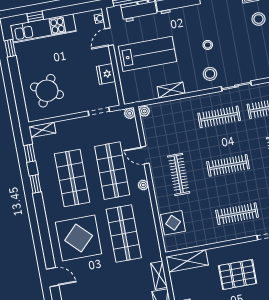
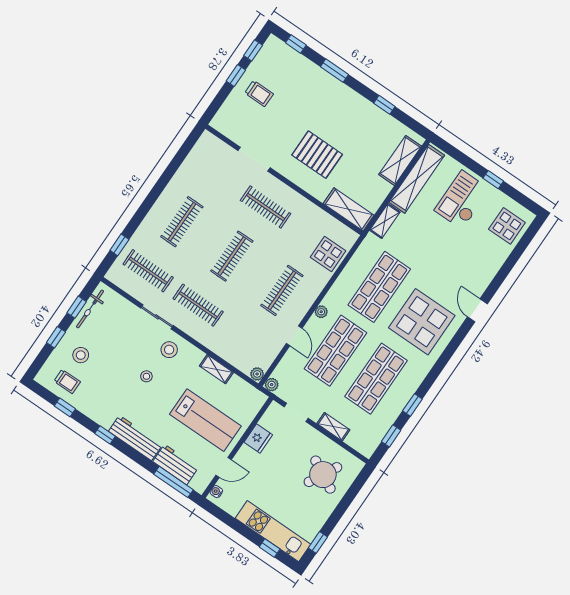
lab bench: (148, 54) -> (205, 420), turned 180
shelving: (42, 130) -> (333, 427), moved
clothes rail: (228, 165) -> (232, 256), turned 90

